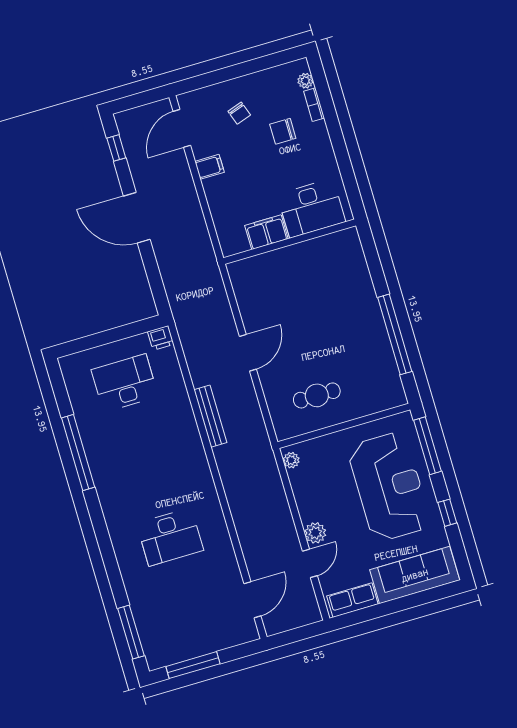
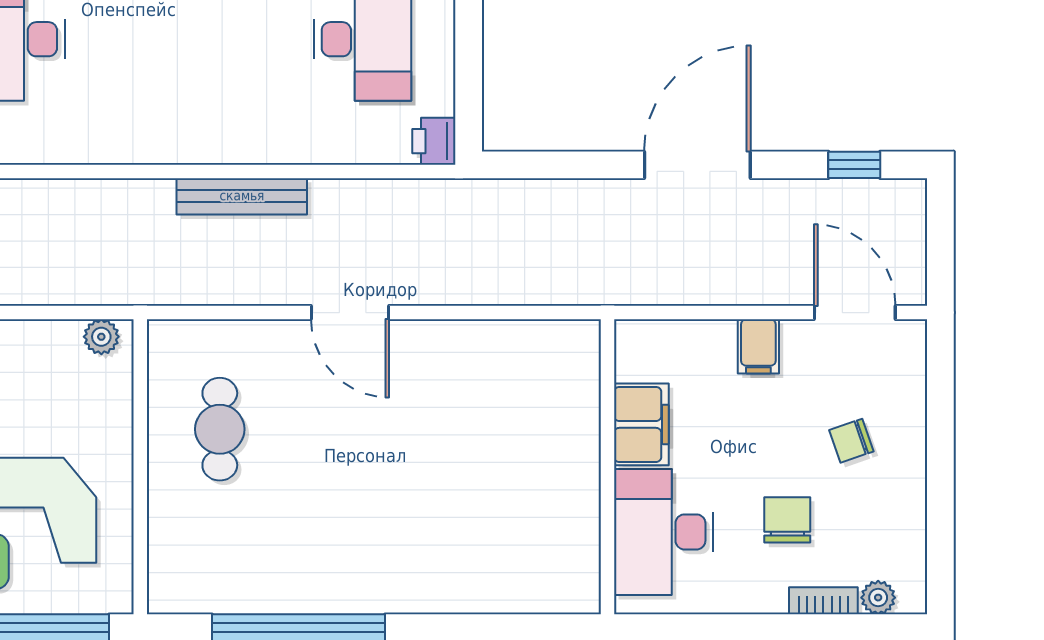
desk: (311, 208) -> (664, 532), moved
filing cabinet: (266, 232) -> (641, 424), moved
wall: (290, 242) -> (608, 467), moved

